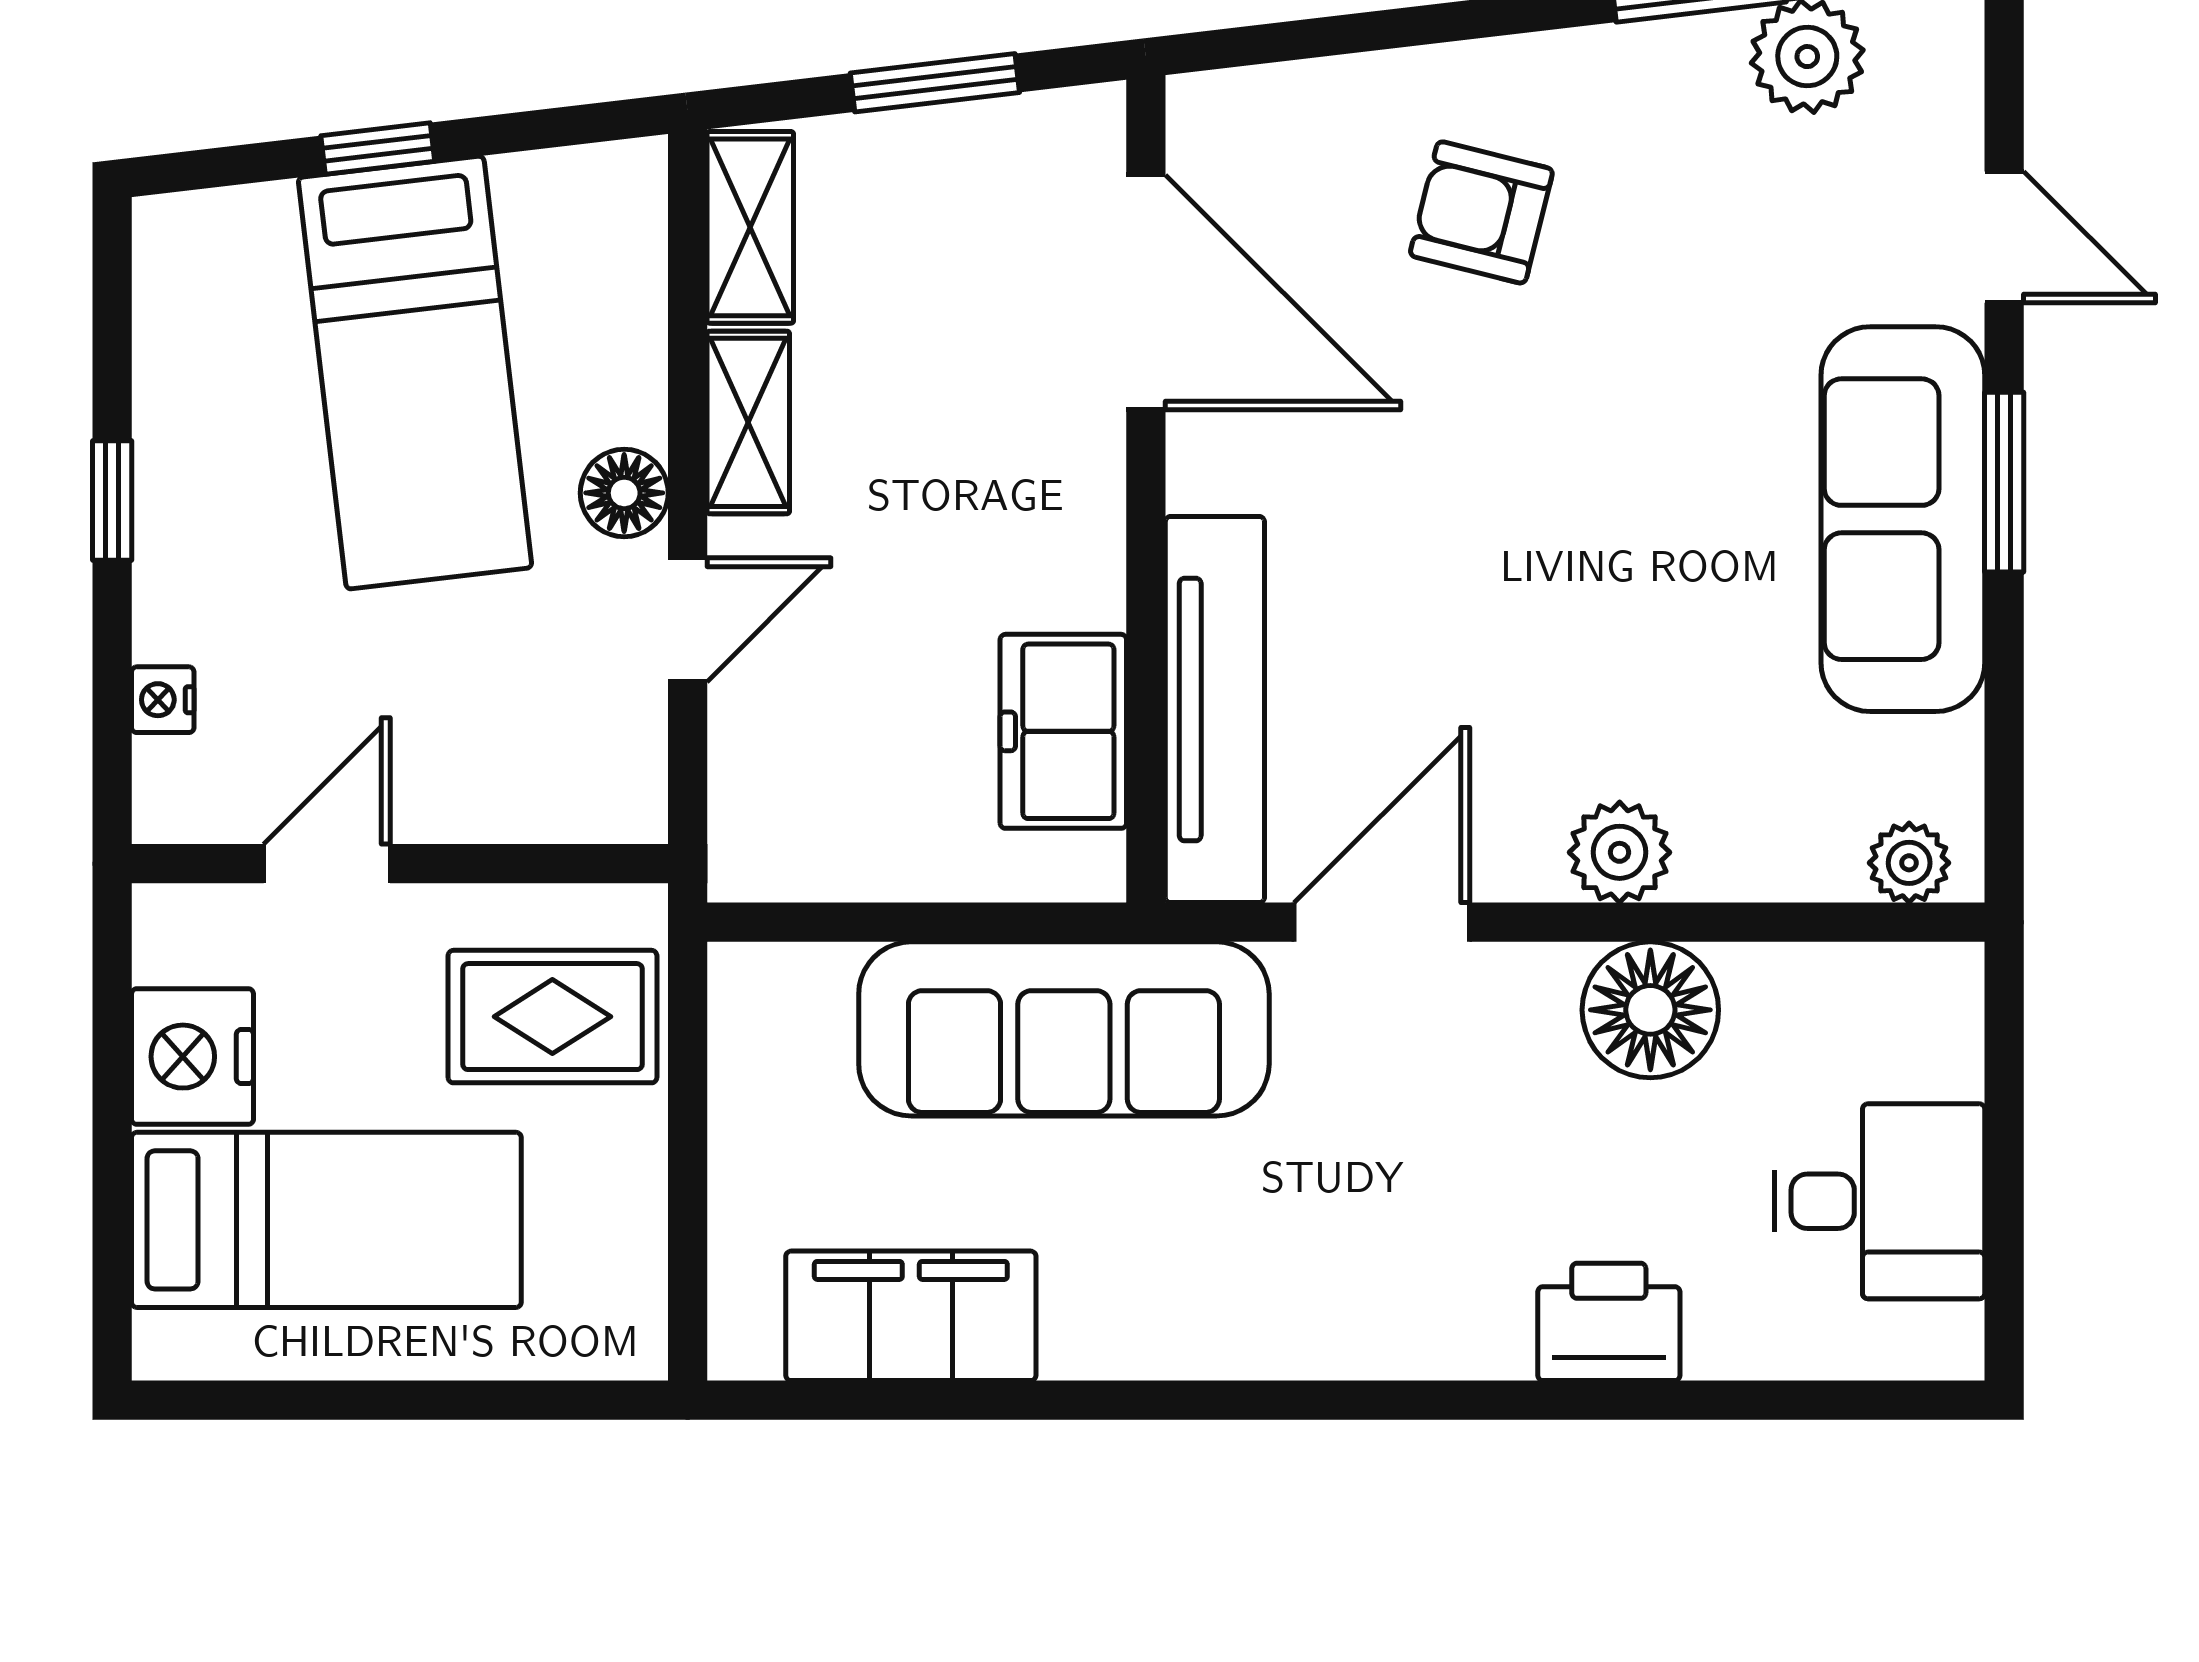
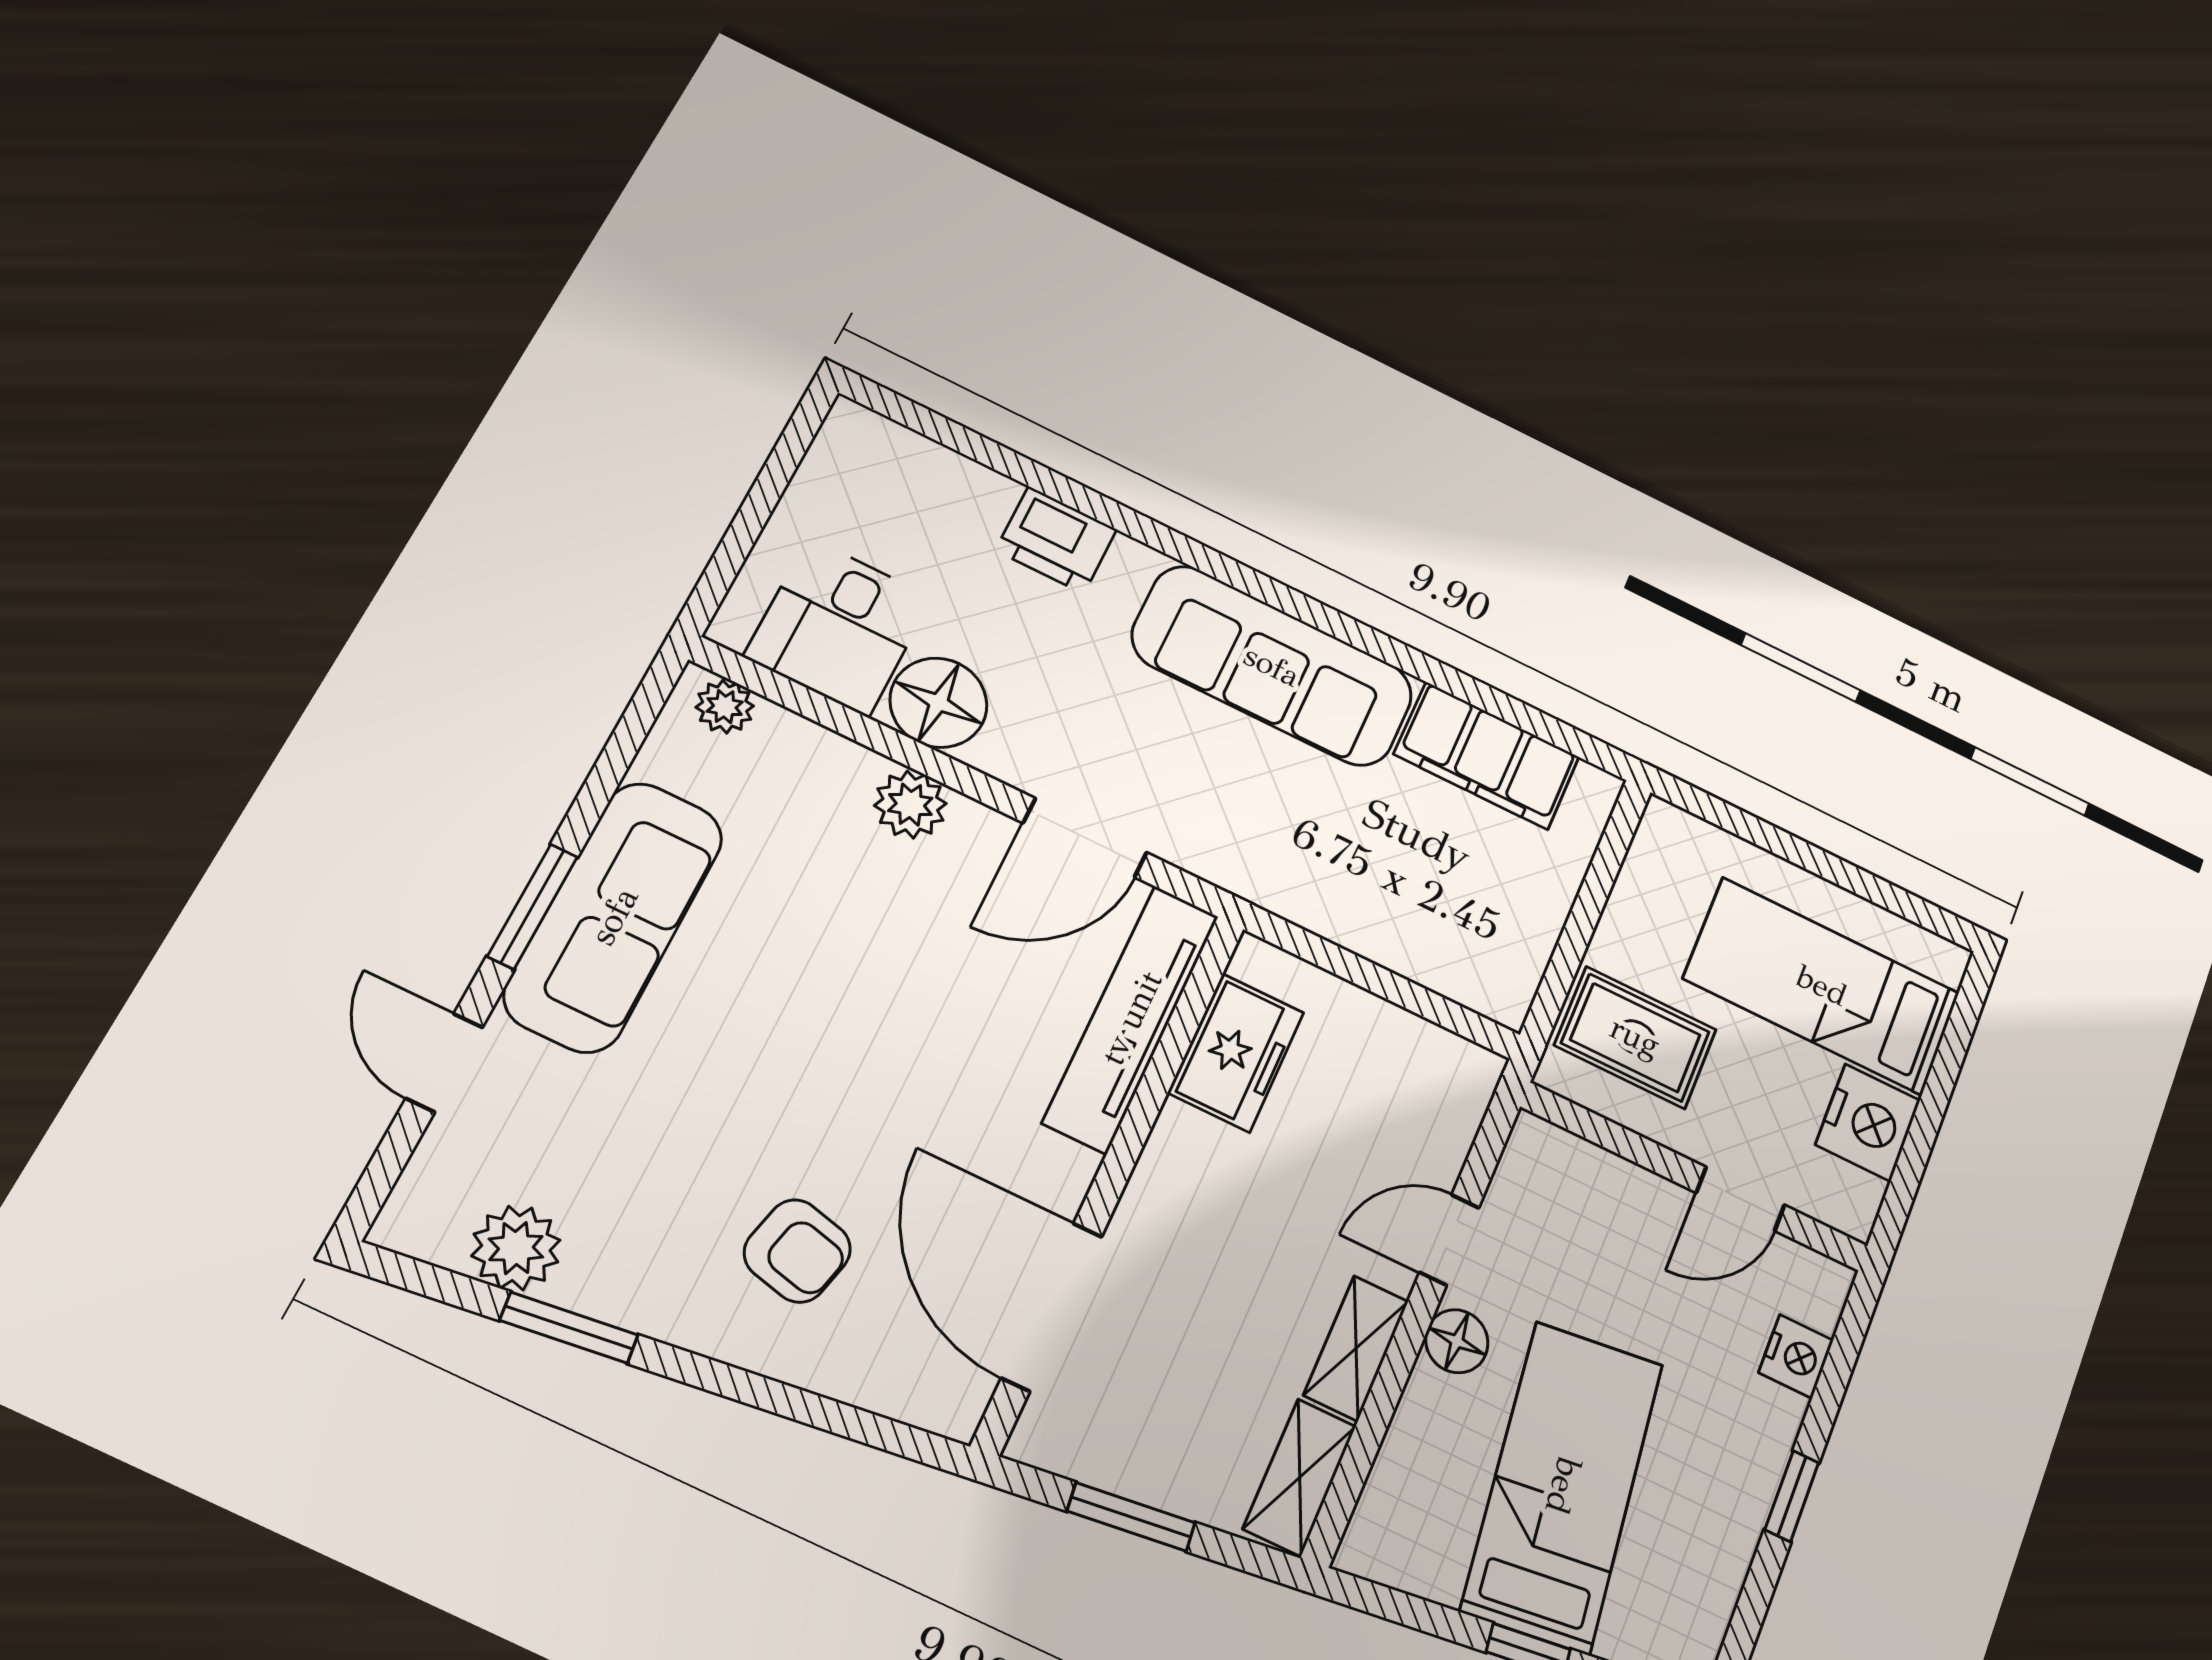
nightstand: (163, 700) -> (1796, 1356), width x1.39, depth x1.35
sofa: (1064, 1029) -> (1272, 666), moved, turned 180
desk: (1879, 1201) -> (838, 627), moved, turned -90

